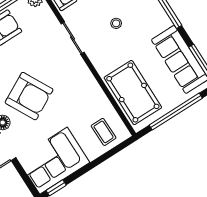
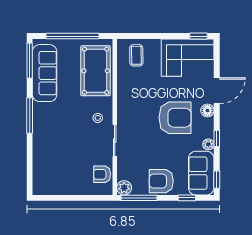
stool: (116, 23) -> (98, 118), moved
armchair: (29, 96) -> (175, 118), turned 118

